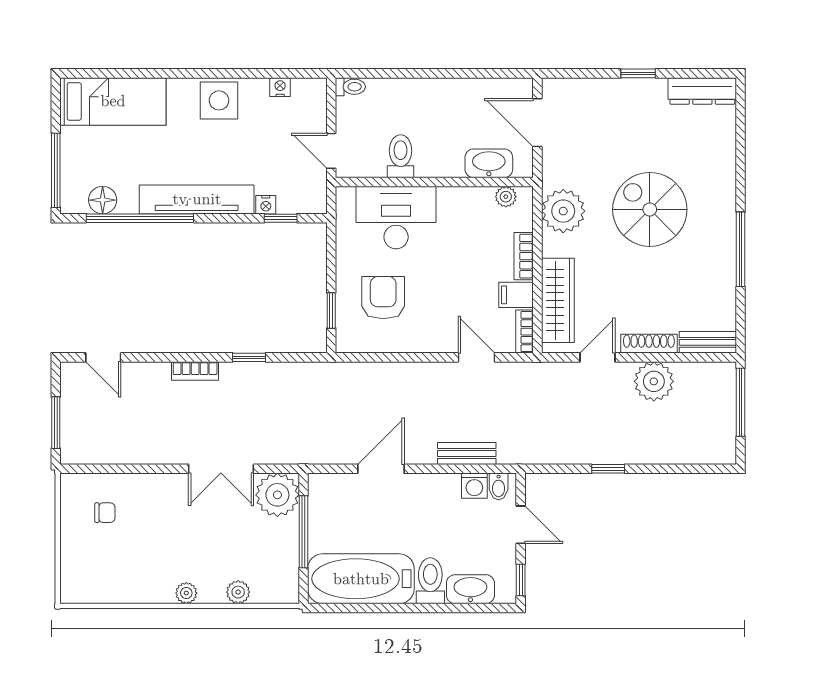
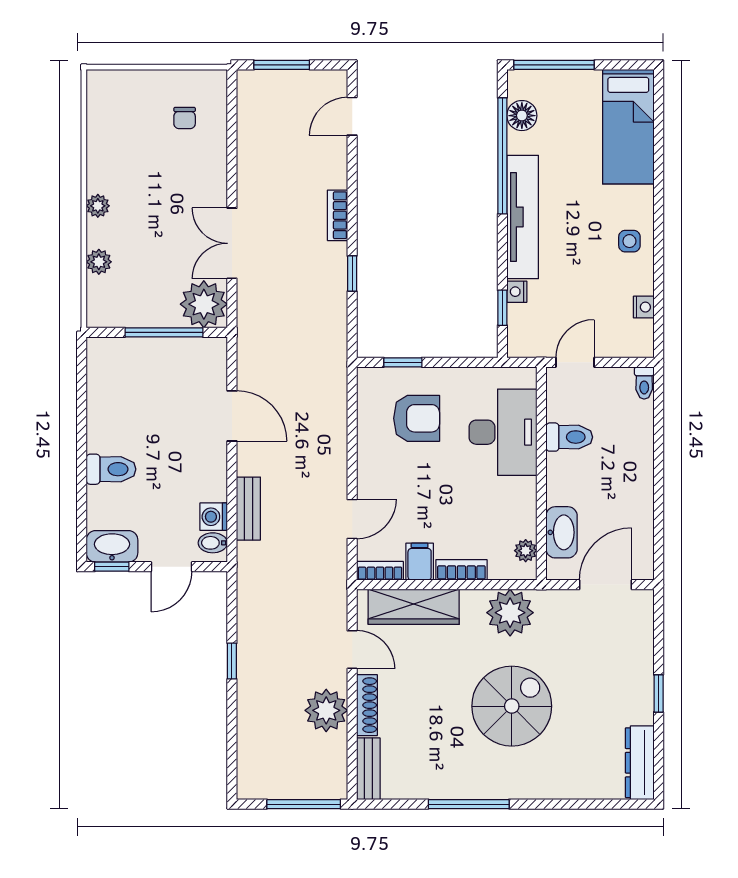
side table: (219, 100) -> (629, 241), width x0.54, depth x0.54
bathtub: (361, 579) -> (113, 394), removed
washbasin: (470, 589) -> (112, 546), moved, turned -90

